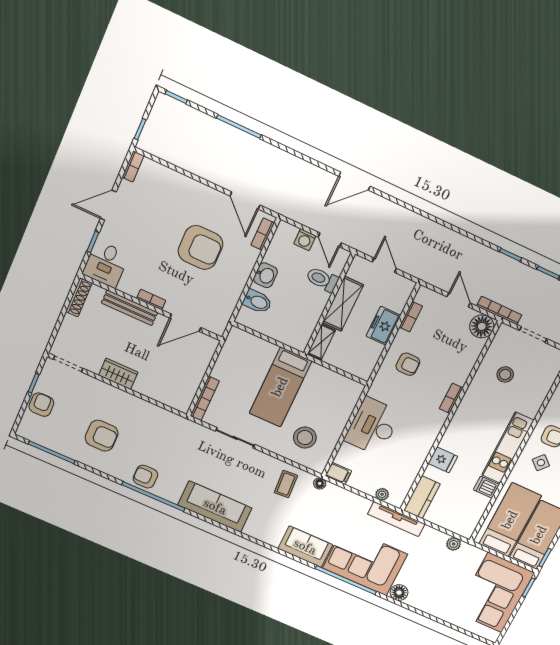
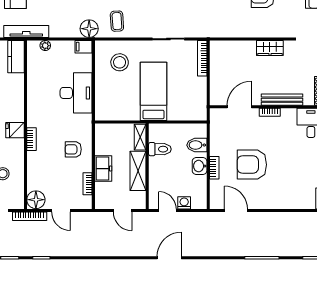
bookcase: (263, 234) -> (214, 168), moved
toilet: (322, 279) -> (160, 149), moved
fridge: (443, 460) -> (15, 130), moved
floor lamp: (320, 483) -> (89, 29), width x1.89, depth x1.89

